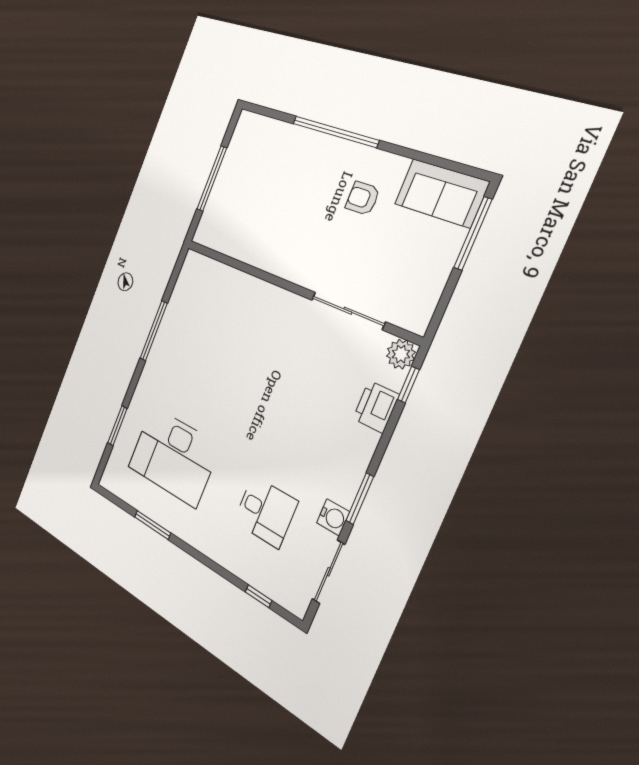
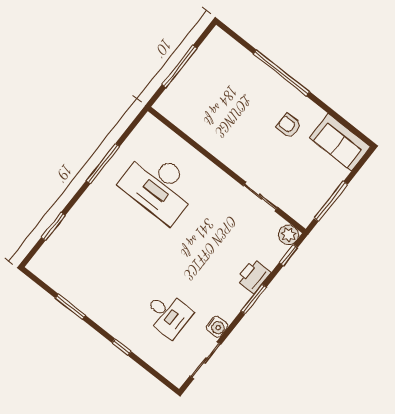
window: (473, 234) -> (331, 201), moved
sliding door: (348, 311) -> (260, 196), width x0.73
printer: (376, 407) -> (254, 276), moved
desk: (173, 456) -> (159, 186), moved
window: (360, 499) -> (254, 299), moved
window: (259, 596) -> (122, 347), moved

